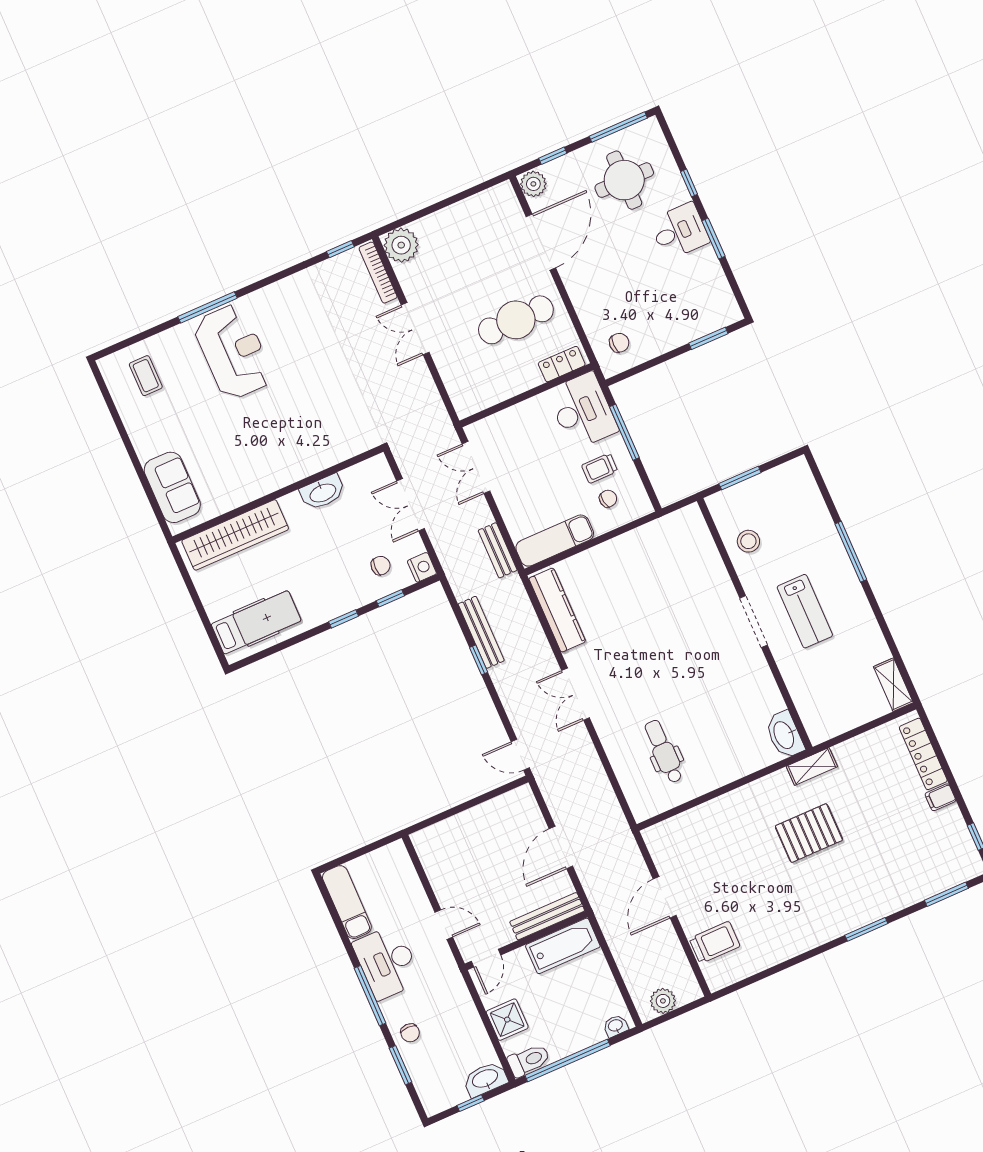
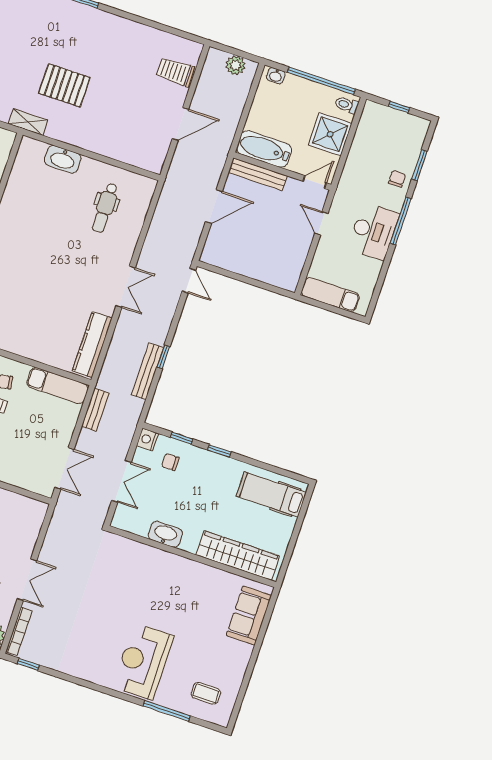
window: (207, 307) -> (167, 711), moved
coffee table: (146, 376) -> (206, 693), turned 90
washbasin: (784, 735) -> (63, 159), moved, turned 90
exam couch: (347, 902) -> (330, 295), moved, turned 90
shower: (507, 1020) -> (330, 134), width x1.36, depth x1.36
toilet: (529, 1060) -> (347, 105), width x0.73, depth x0.72
washbasin: (485, 1079) -> (378, 113), removed

